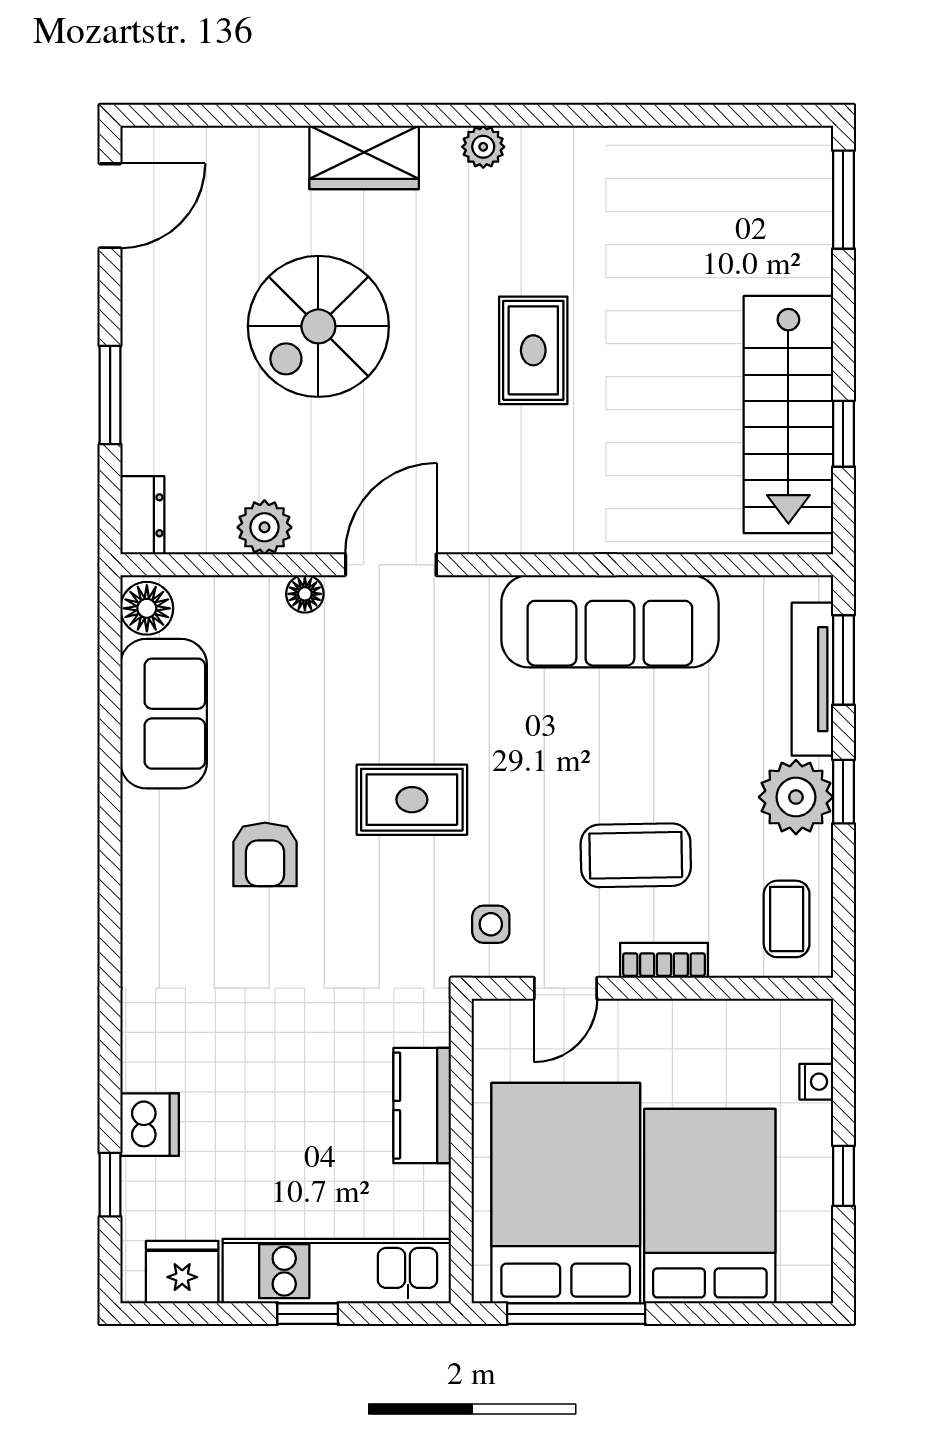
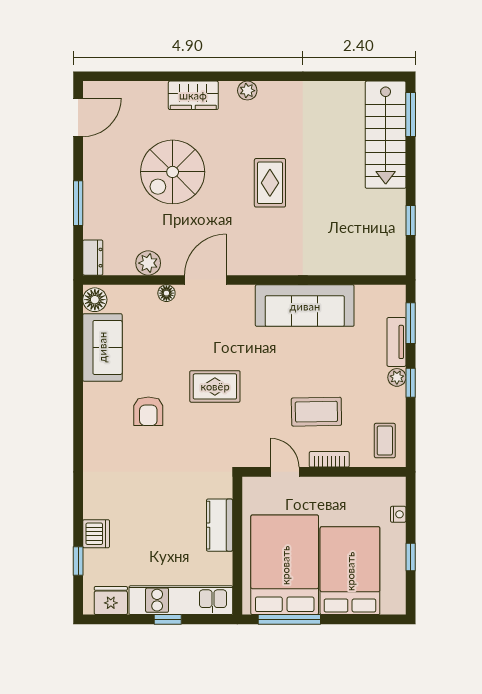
stairs: (788, 415) -> (386, 135), moved
tv unit: (812, 679) -> (397, 342), width x0.71
plant: (796, 797) -> (397, 377), width x0.53, depth x0.53
side table: (491, 924) -> (251, 443), removed
door: (566, 988) -> (285, 472), swing flipped

